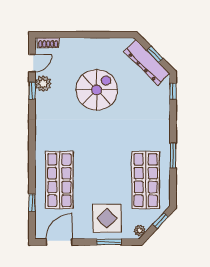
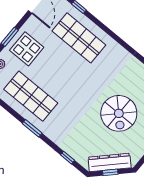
window: (173, 91) -> (67, 158), moved

